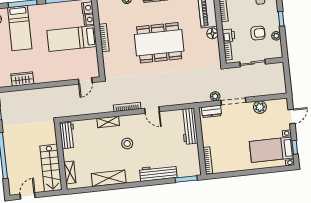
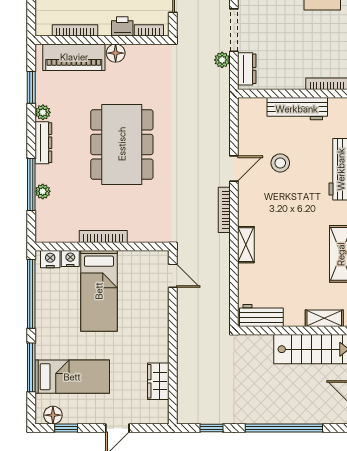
workbench: (189, 126) -> (297, 109), moved
stool: (127, 144) -> (280, 163), moved

